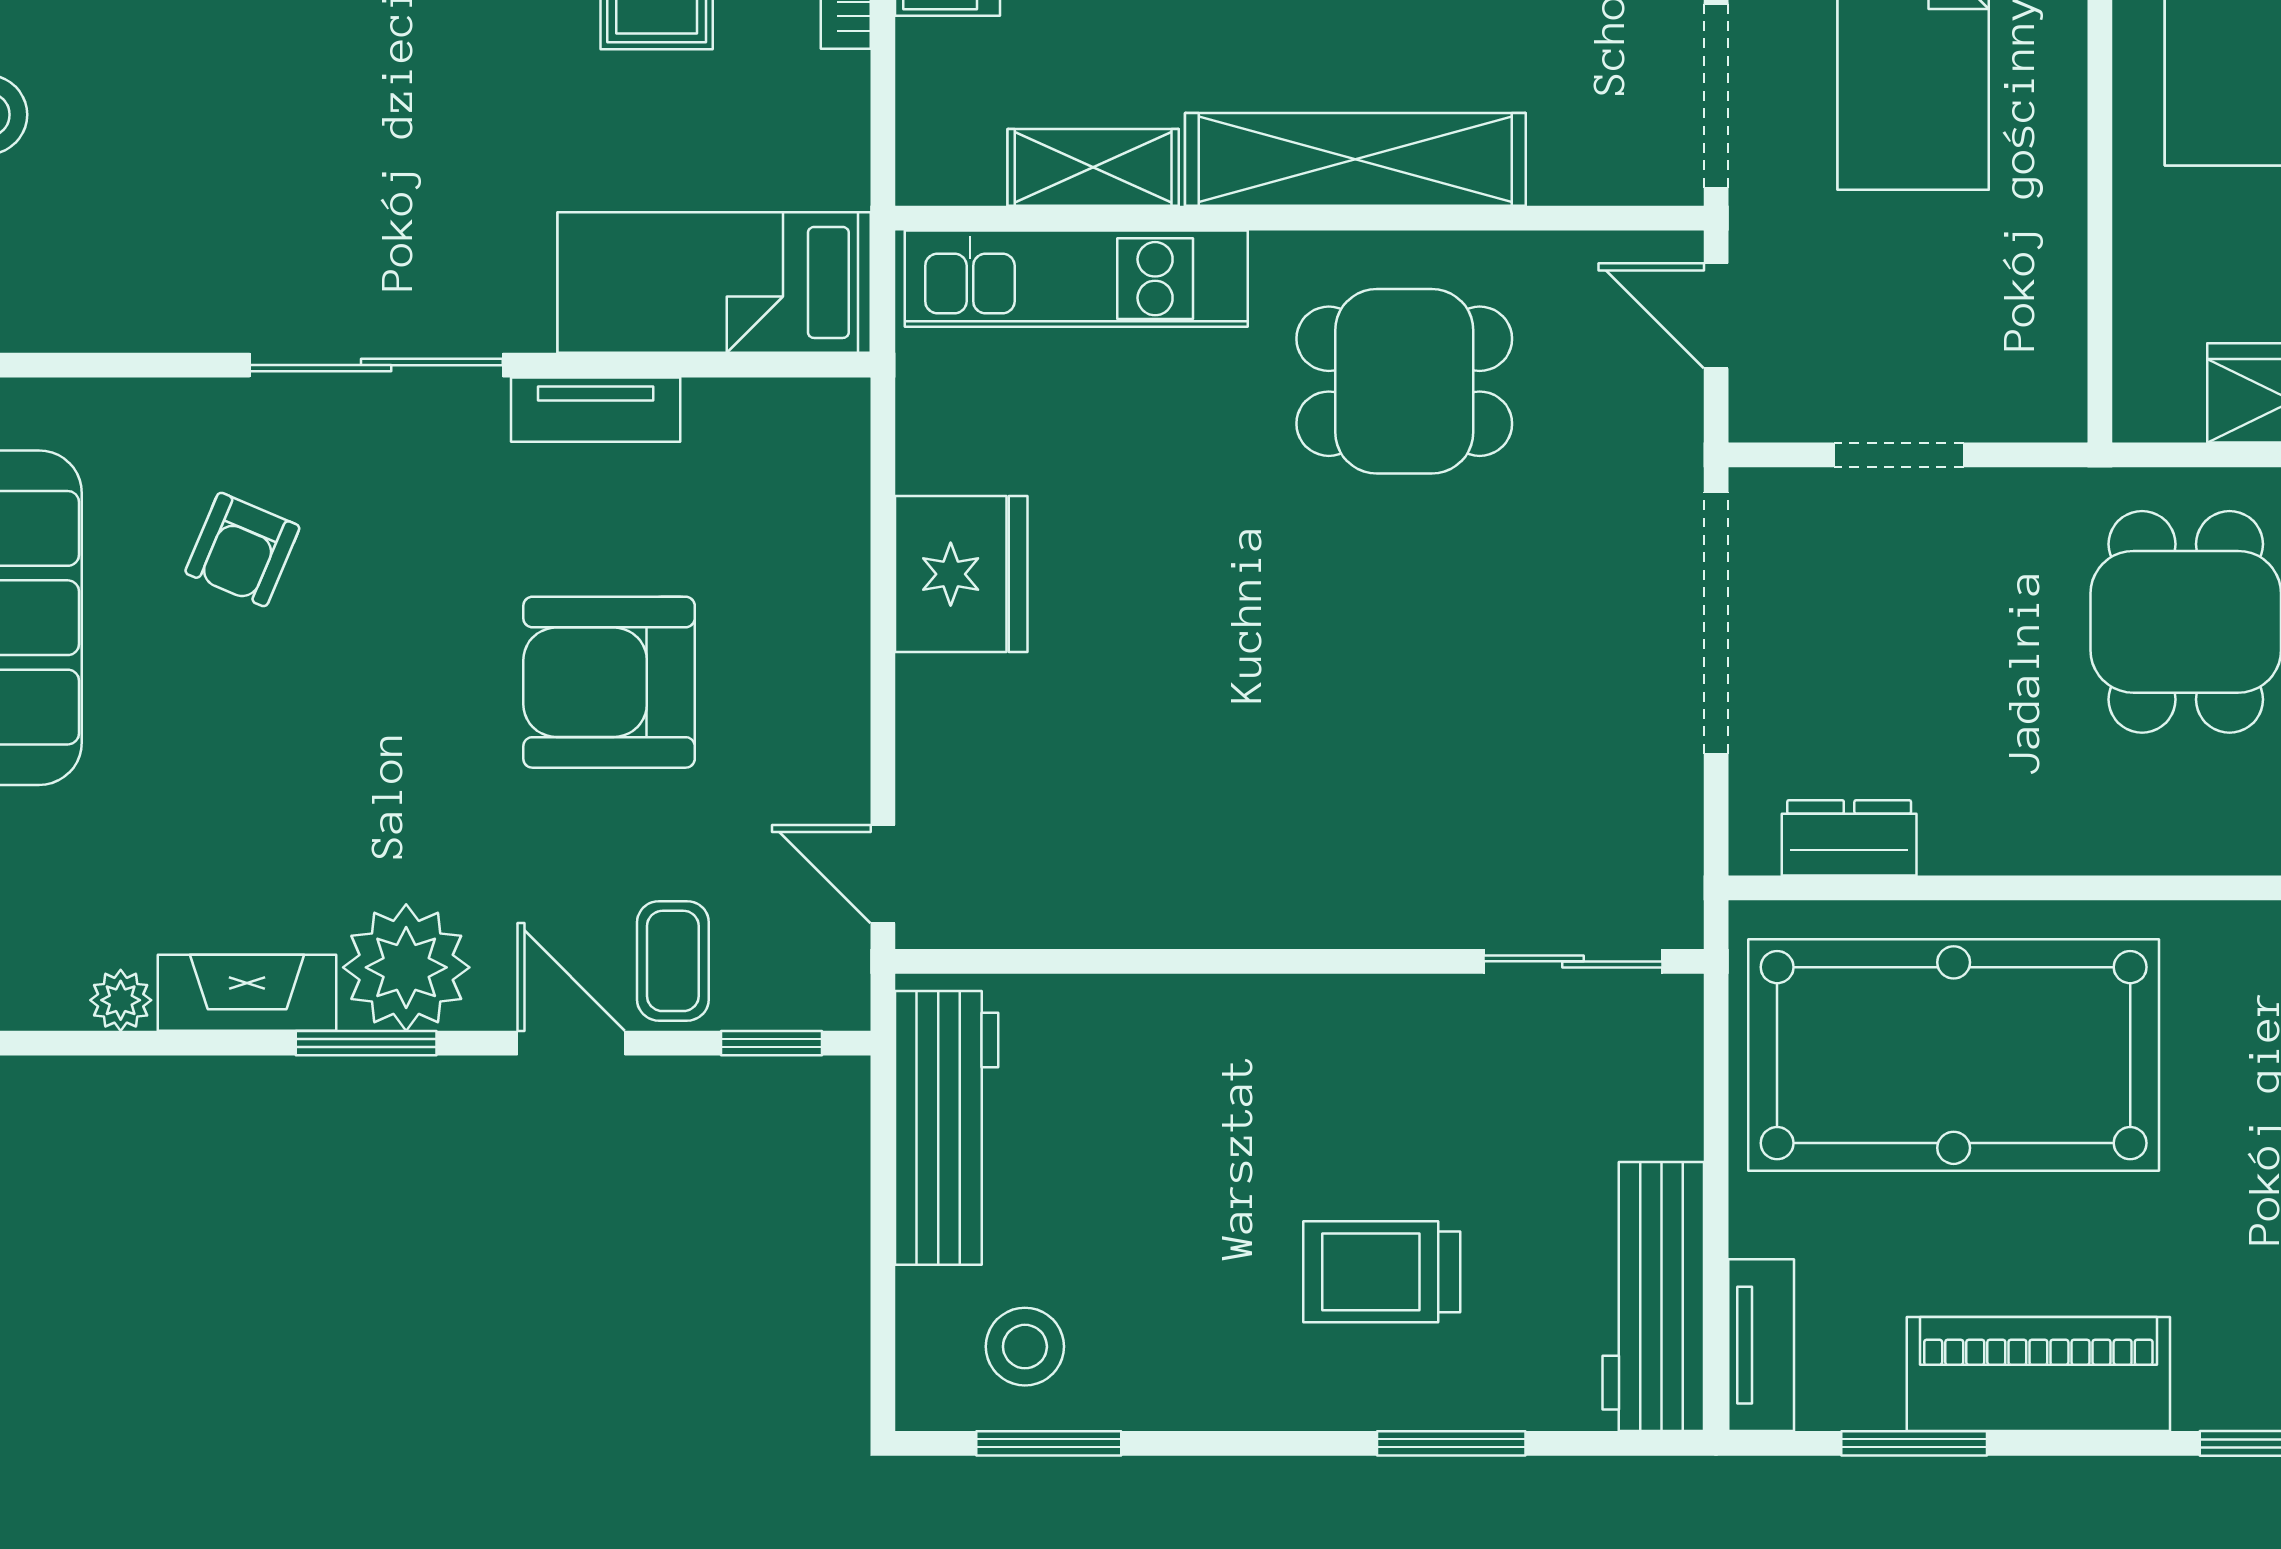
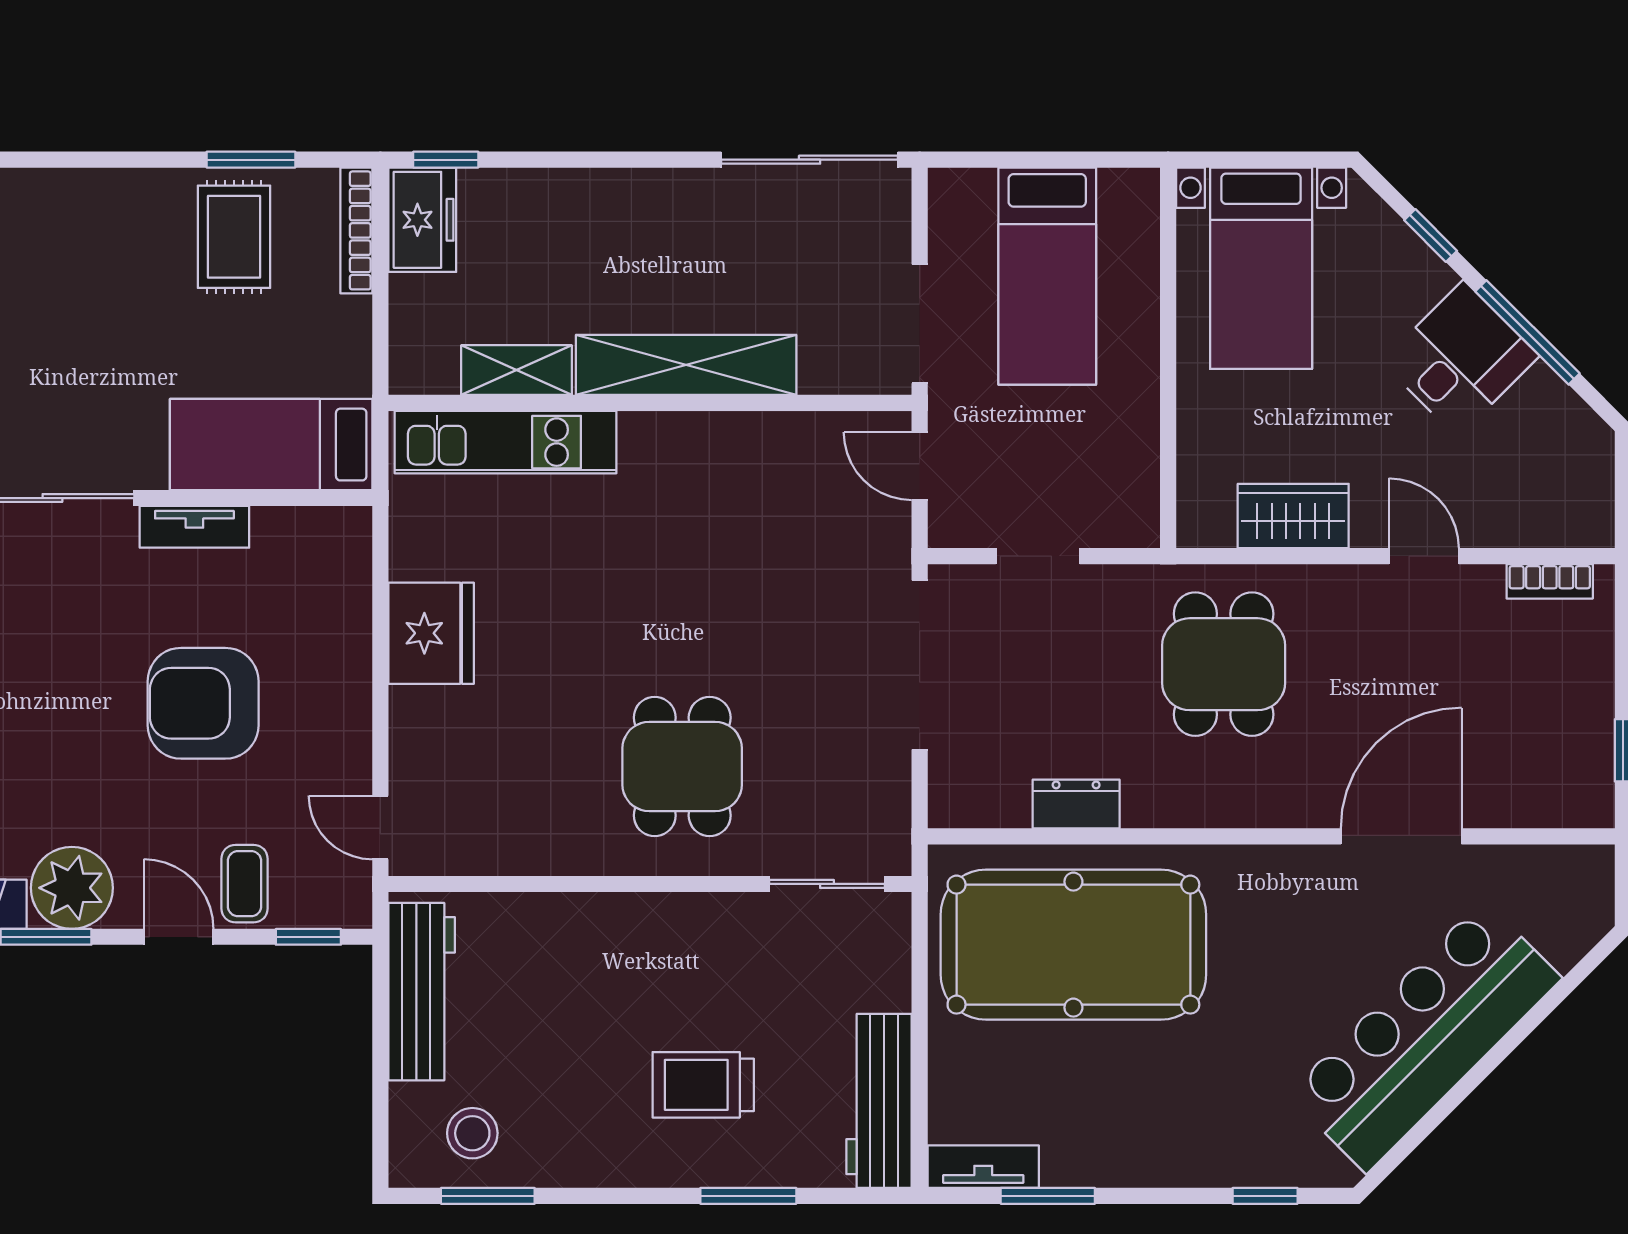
dining table: (1404, 381) -> (682, 767), moved, turned 90
dresser: (1849, 838) -> (1076, 804), moved
tv unit: (1761, 1345) -> (983, 1167), moved, turned -90
piano: (2038, 1374) -> (1128, 1151), removed

